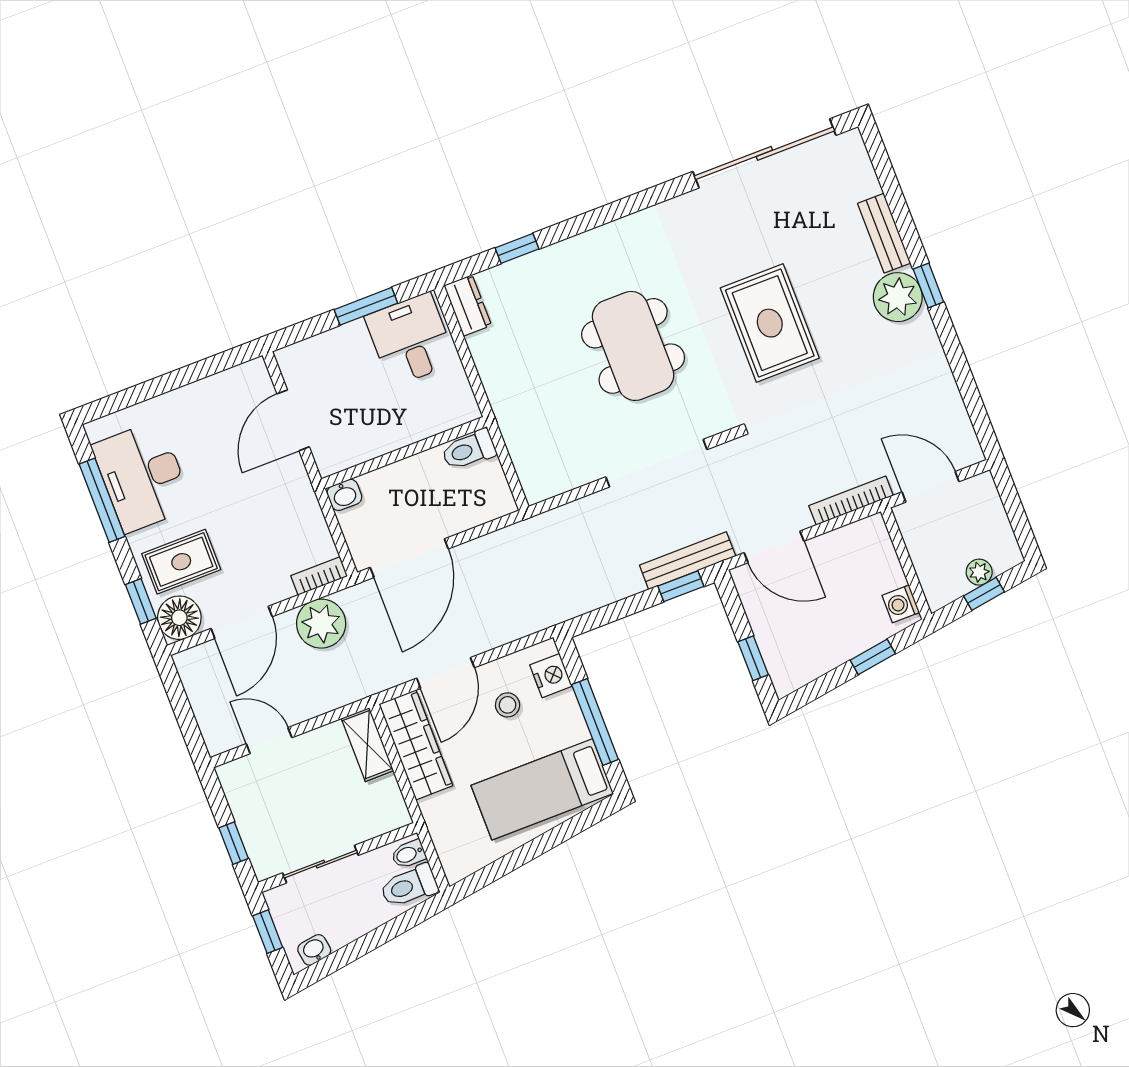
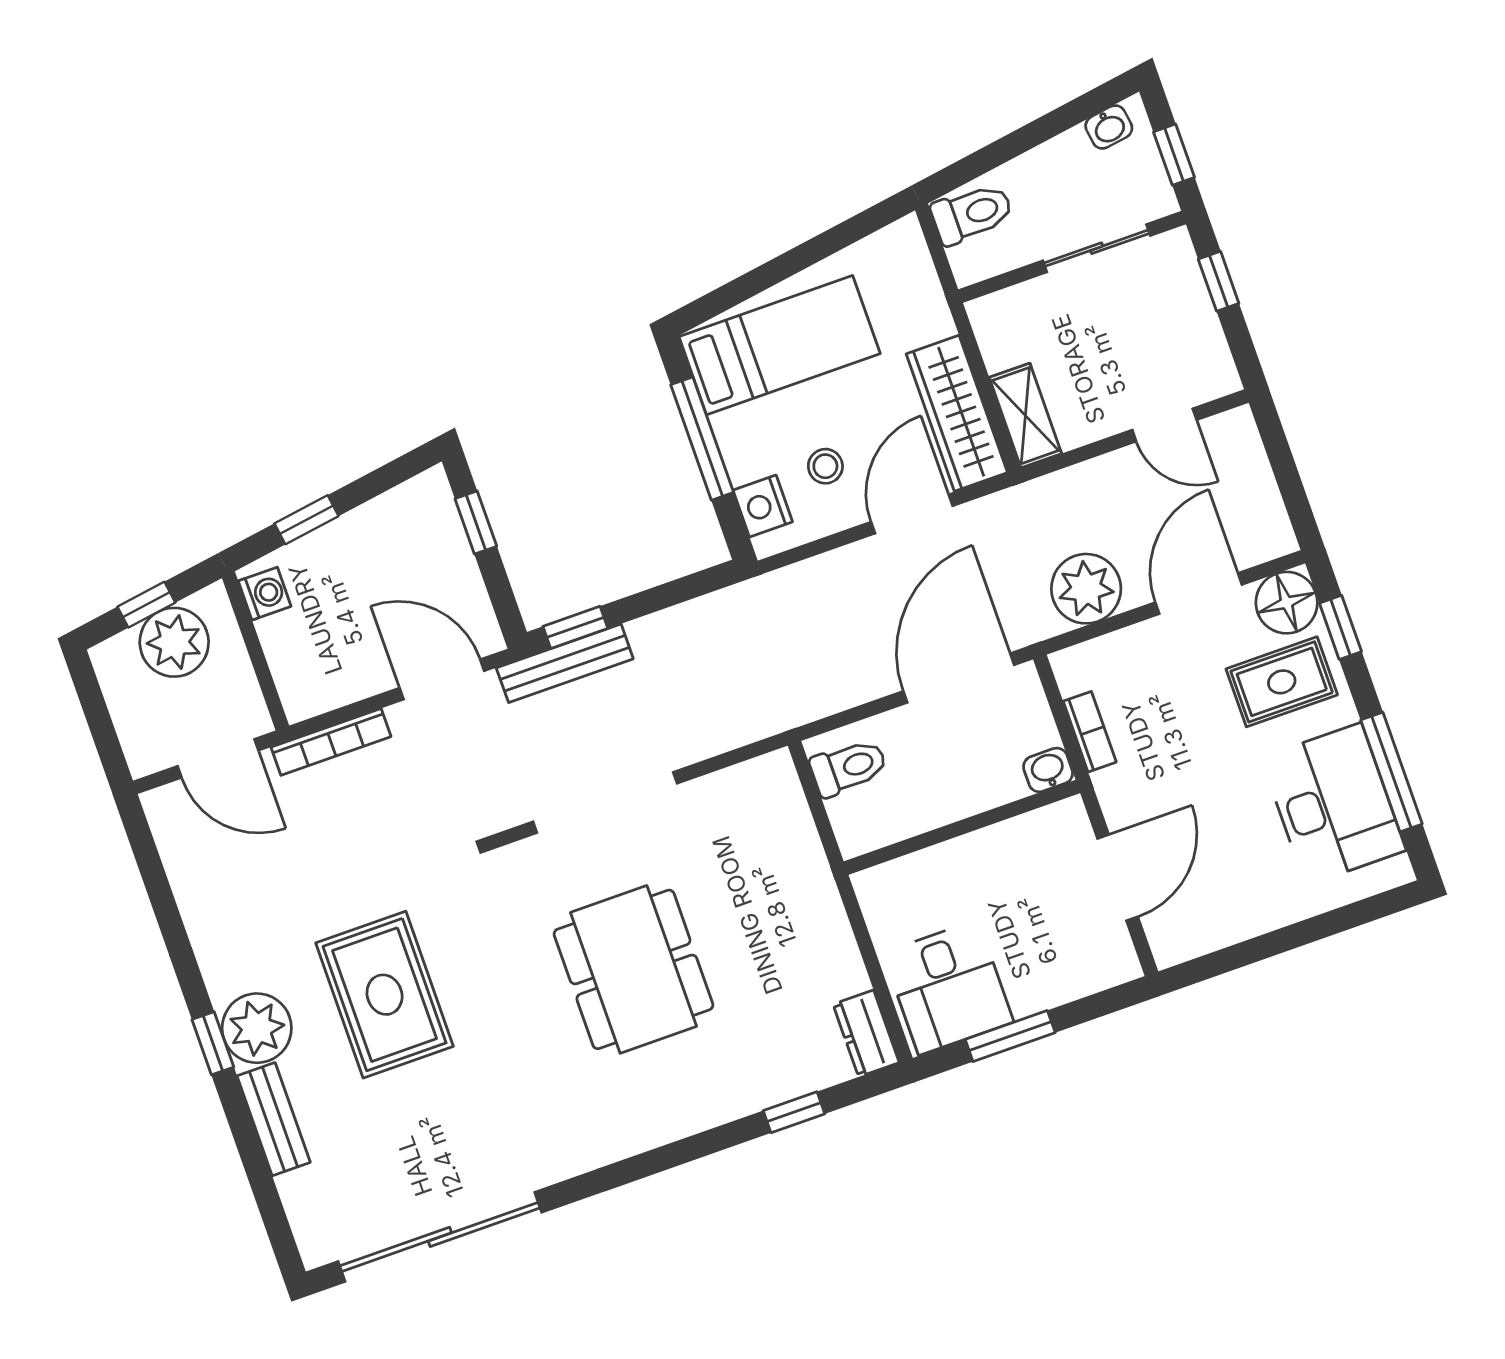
rug: (770, 323) -> (385, 995), moved
toilet: (469, 450) -> (849, 767), moved
plant: (979, 572) -> (174, 642), width x1.87, depth x1.87
bookcase: (319, 576) -> (1090, 732), moved, turned -90
bidet: (409, 854) -> (971, 259), removed

